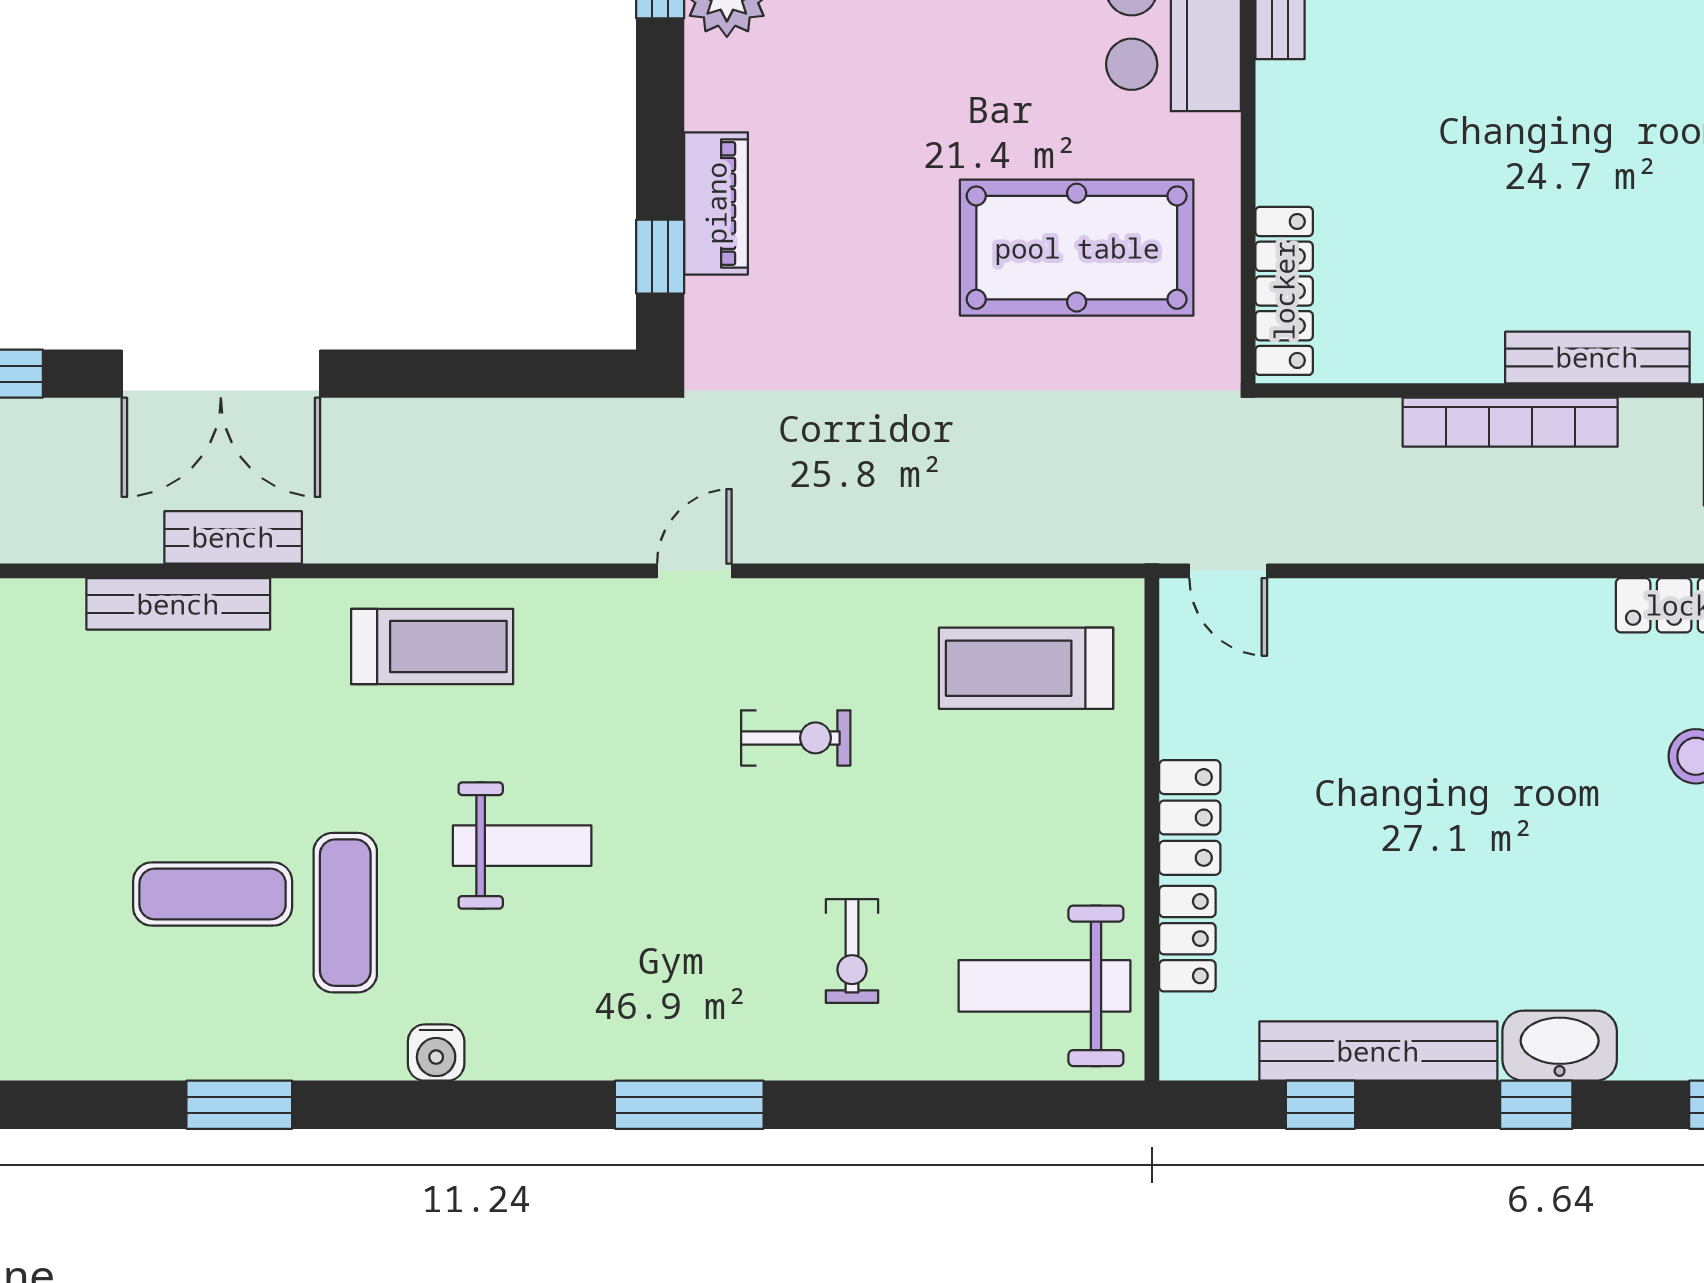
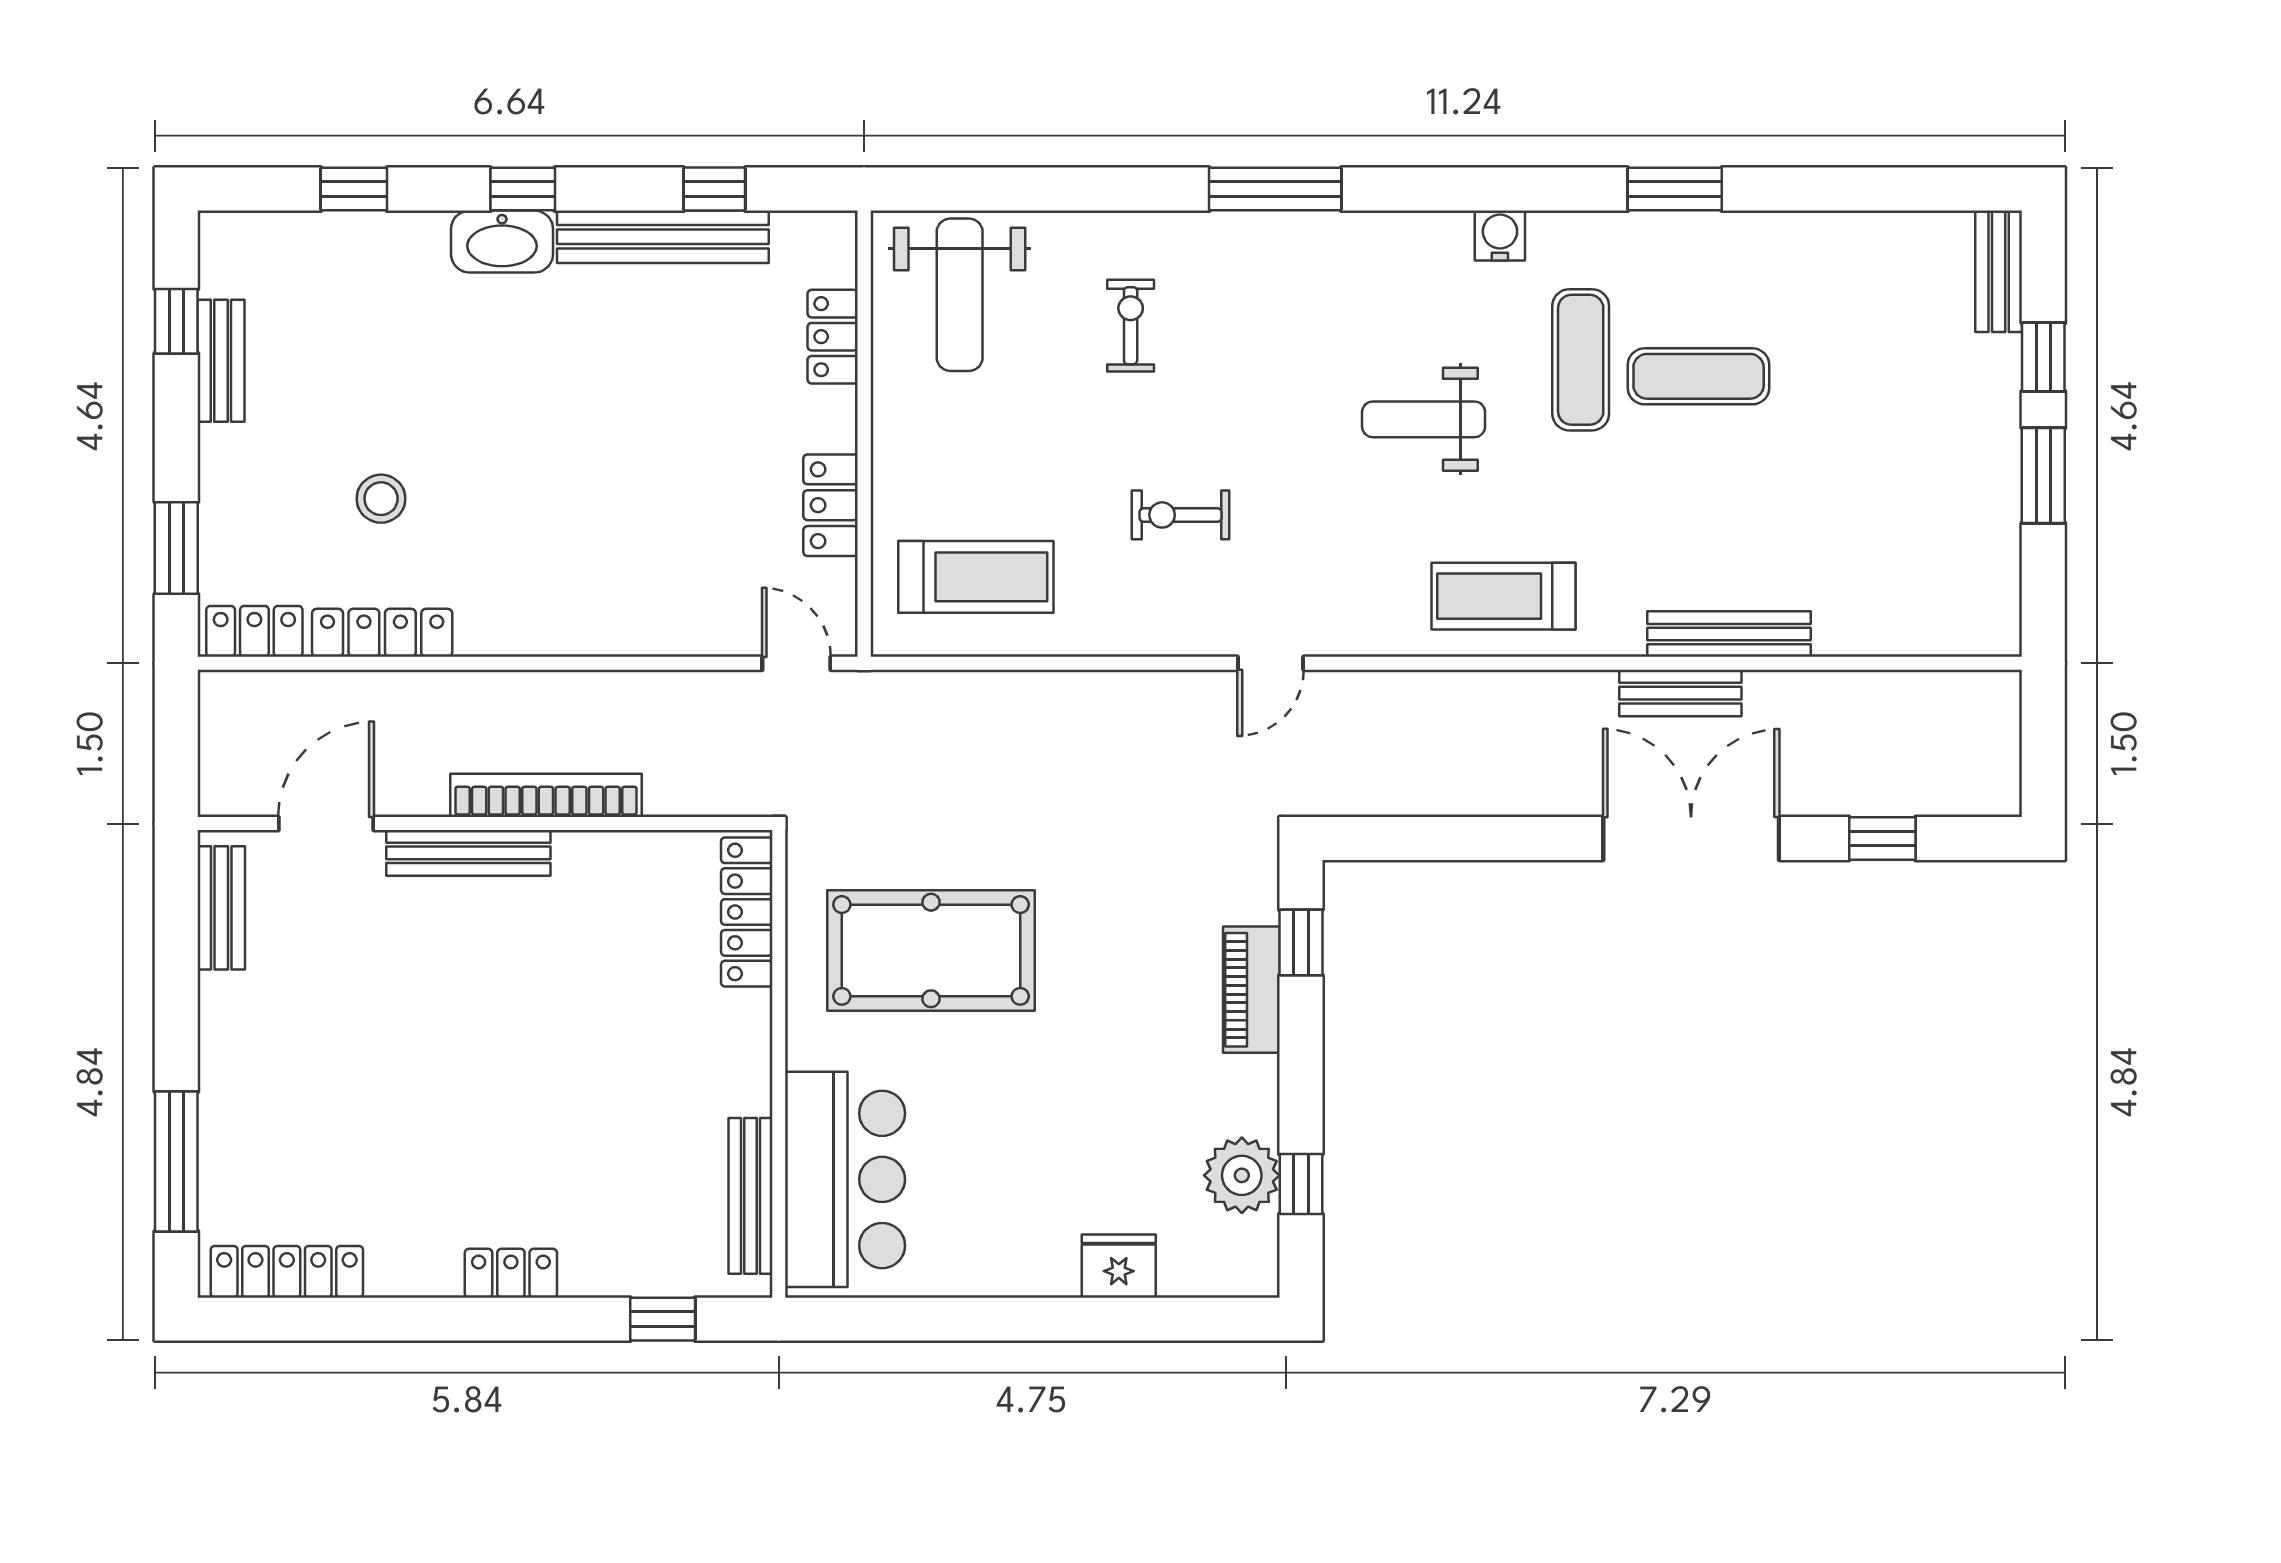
locker: (1190, 817) -> (831, 505), moved
weight bench: (1044, 986) -> (960, 295), turned 90

